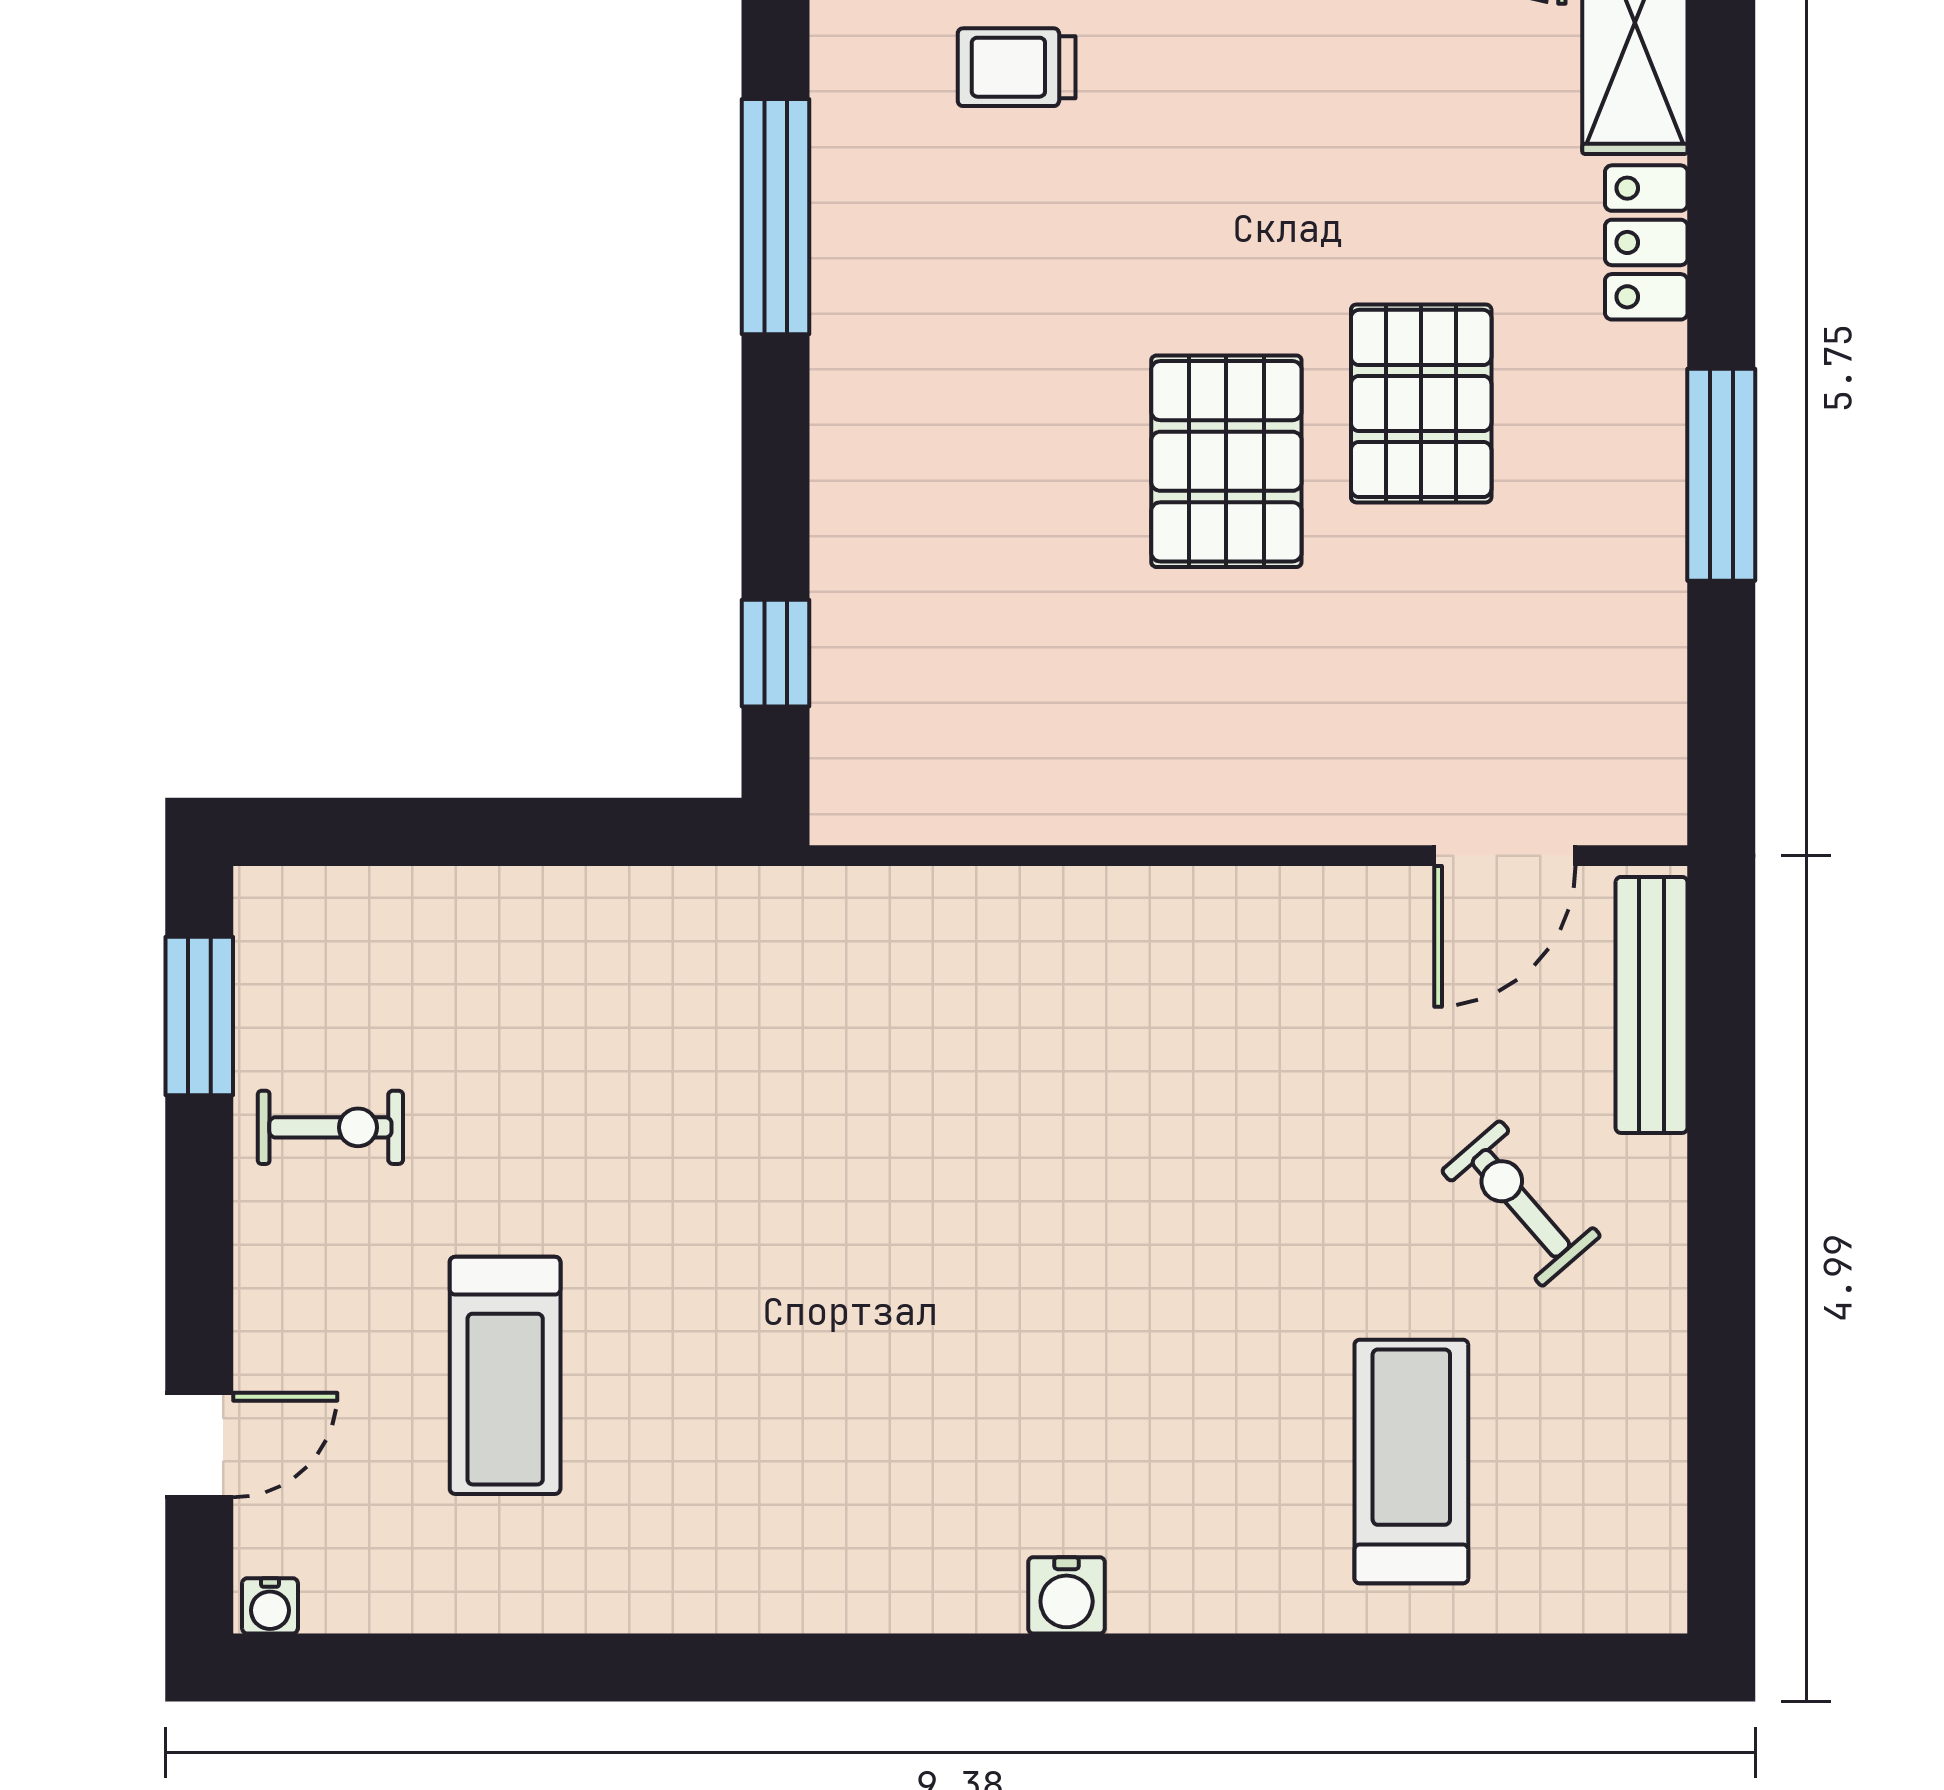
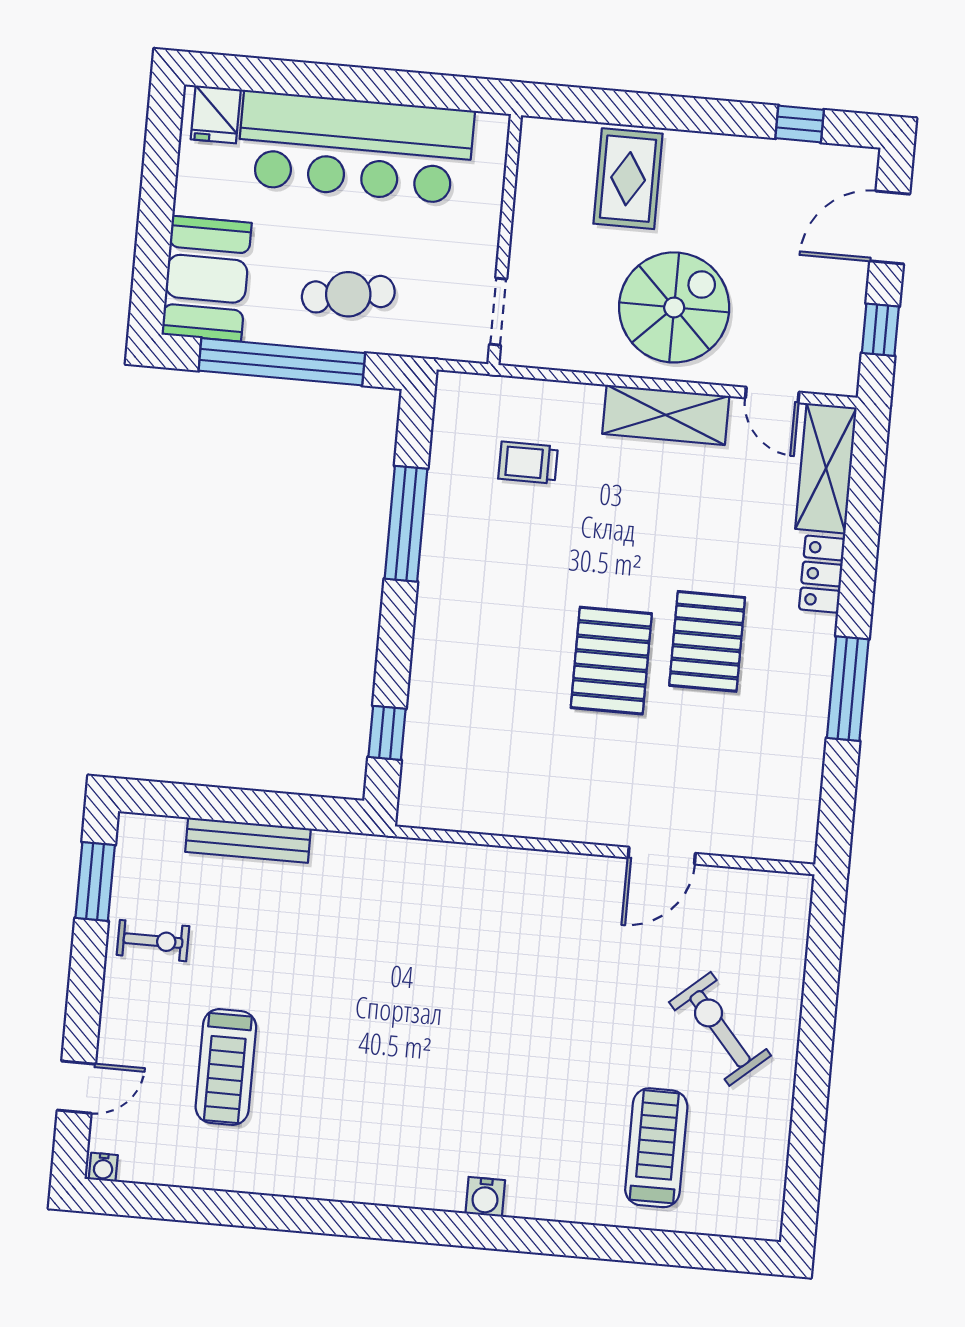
door: (1505, 856) -> (662, 856), moved
bench: (1652, 1005) -> (248, 840), moved, turned 90
exercise bike: (1521, 1203) -> (720, 1029), width x1.38, depth x1.39

